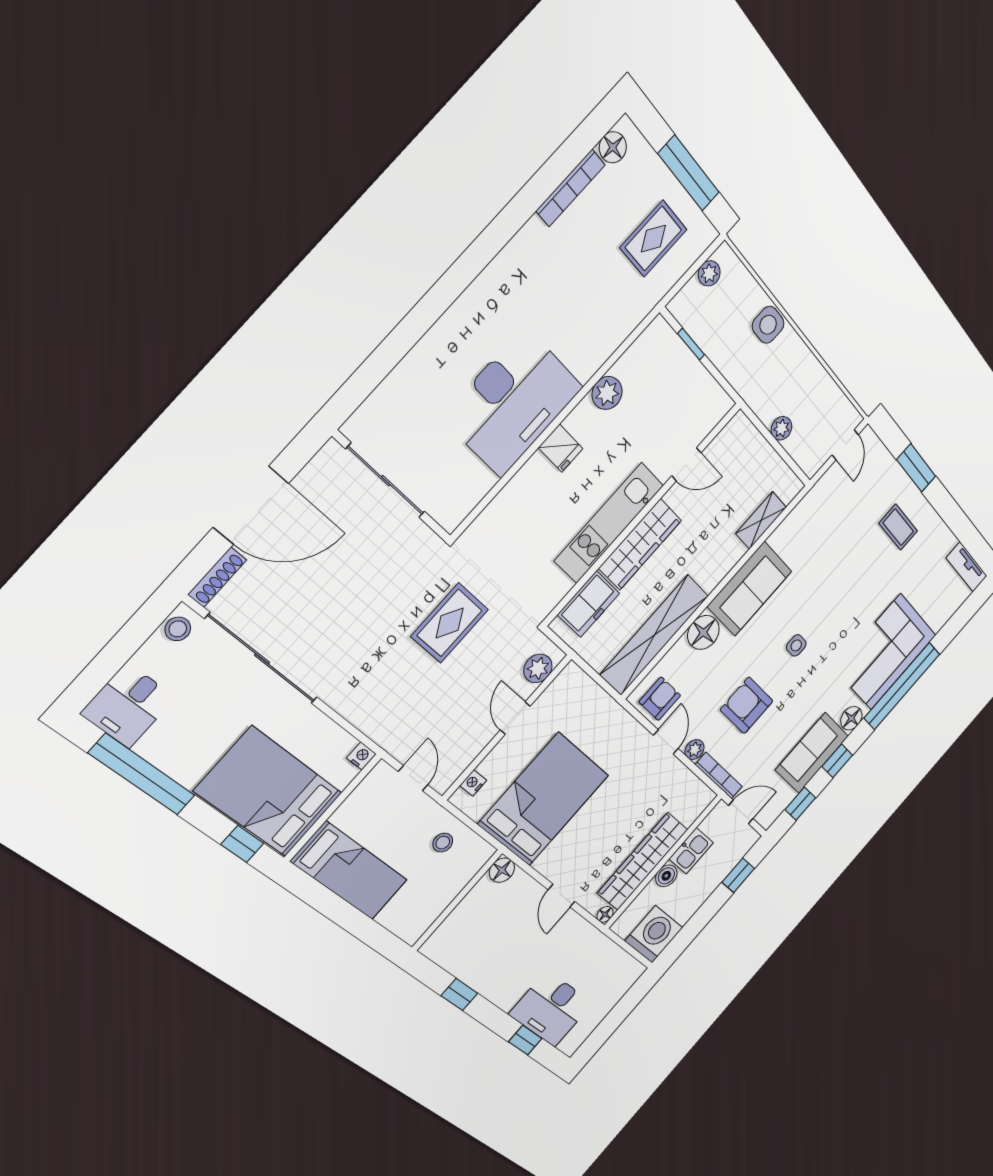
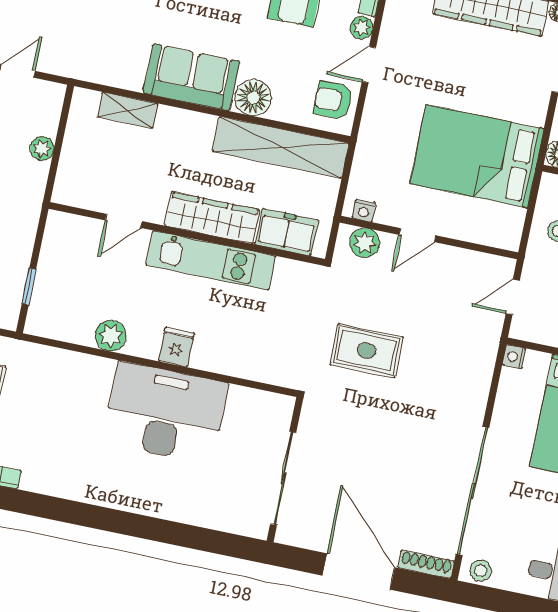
door: (686, 464) -> (124, 221), swing flipped
nightstand: (473, 783) -> (364, 211), moved

